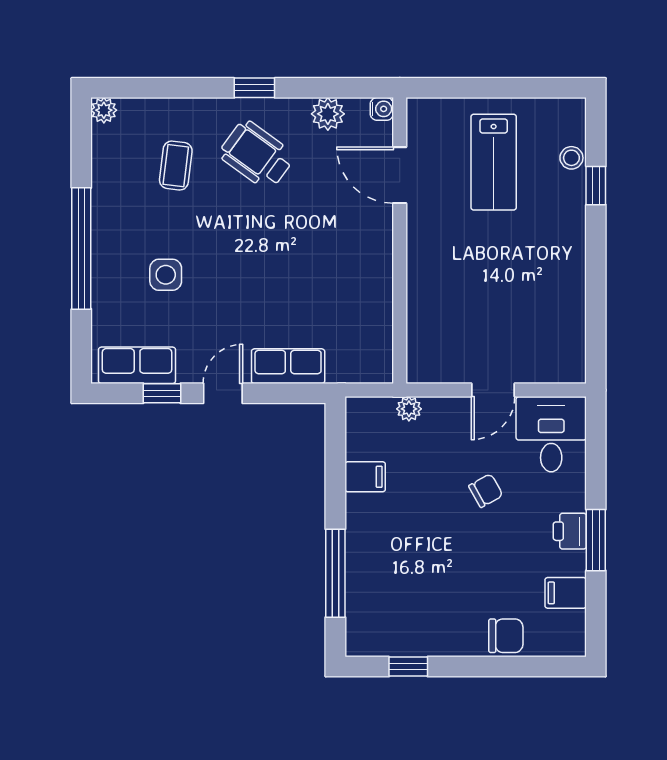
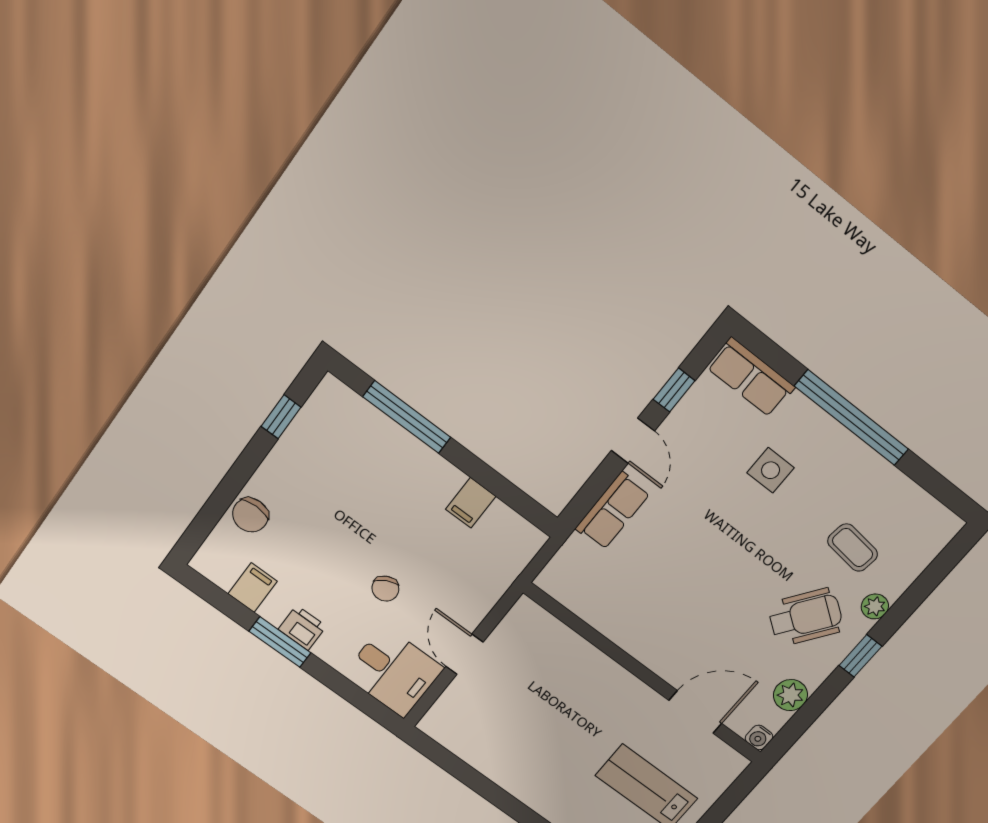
plant: (104, 110) -> (875, 606), moved
row of seats: (137, 365) -> (751, 377), moved, turned 90
plant: (409, 409) -> (500, 579), removed

